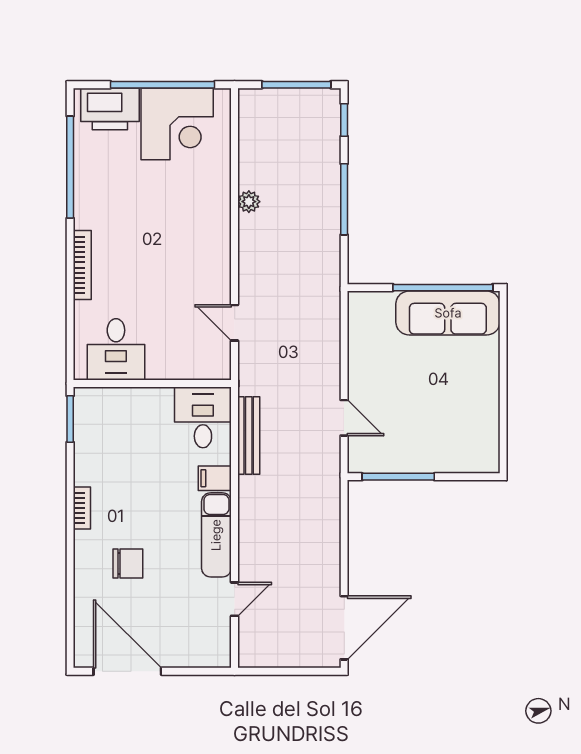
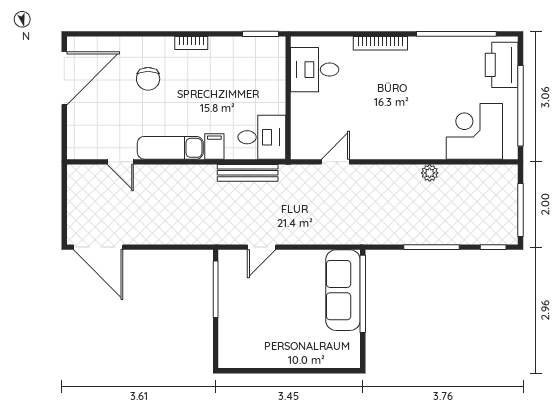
corner desk: (177, 124) -> (474, 131), moved, turned 90
window: (443, 288) -> (363, 294), moved
sofa: (448, 313) -> (343, 290), moved

